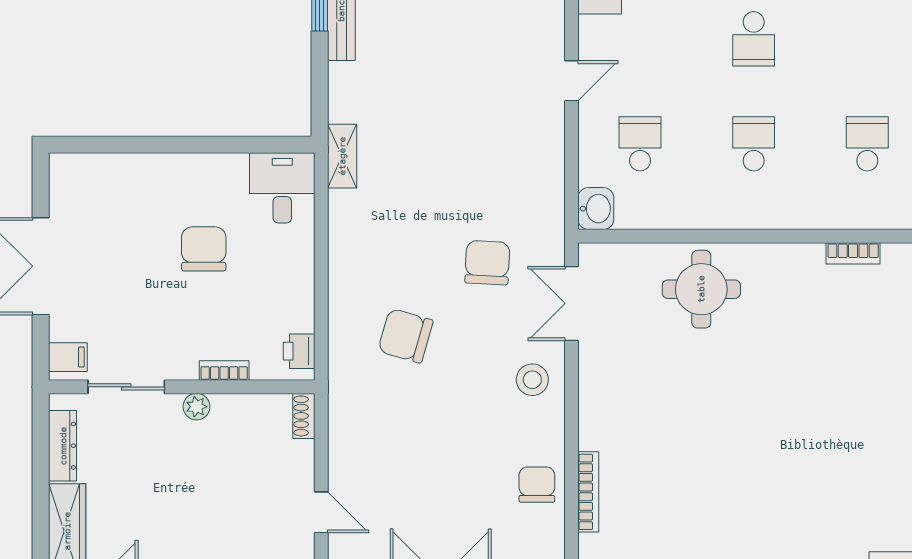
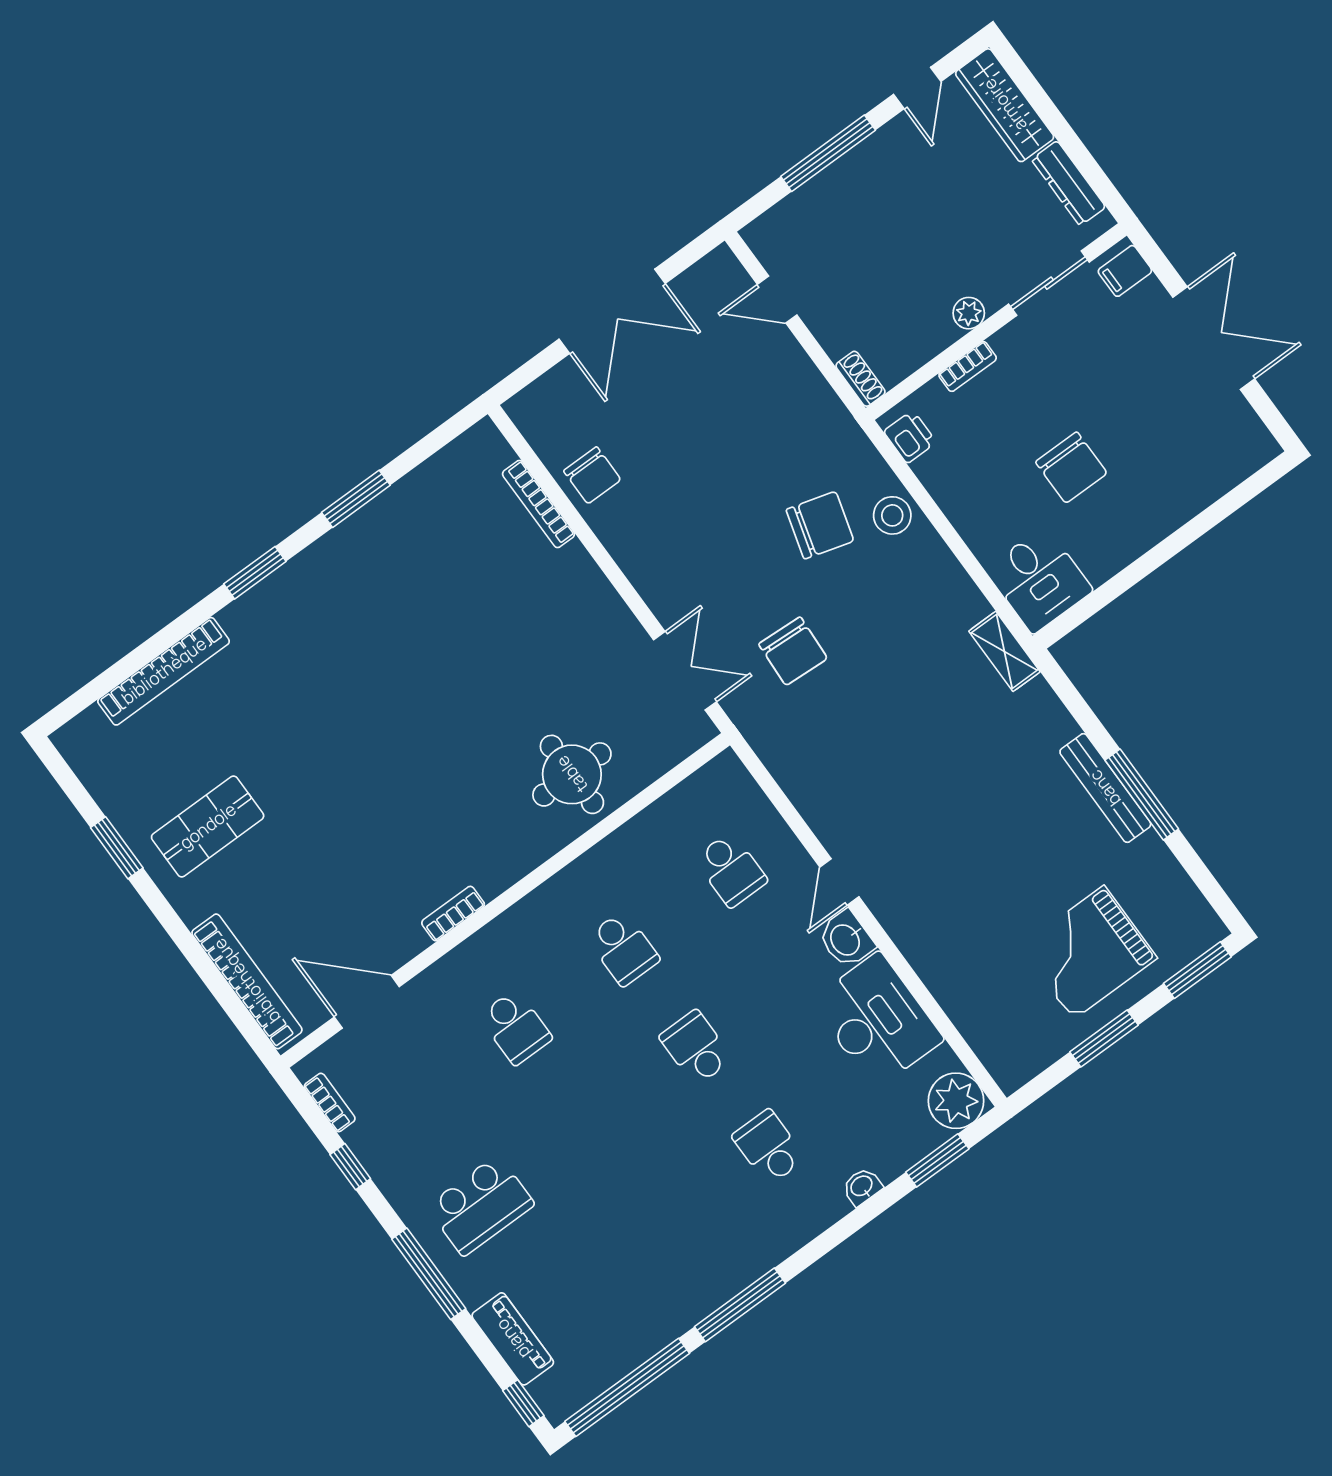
washbasin: (596, 209) -> (846, 939), moved
stool: (532, 380) -> (892, 515), moved

